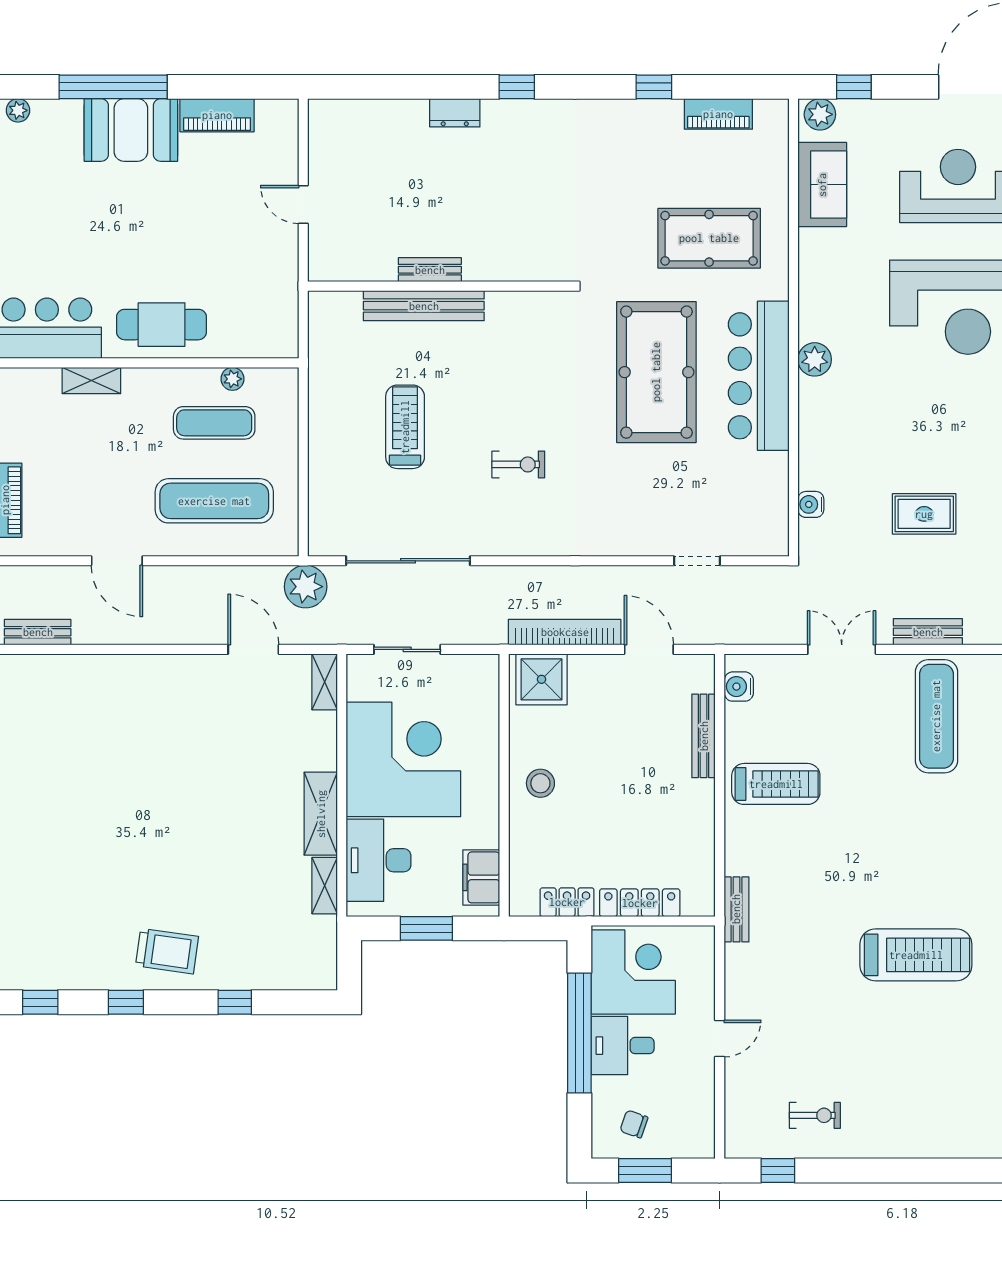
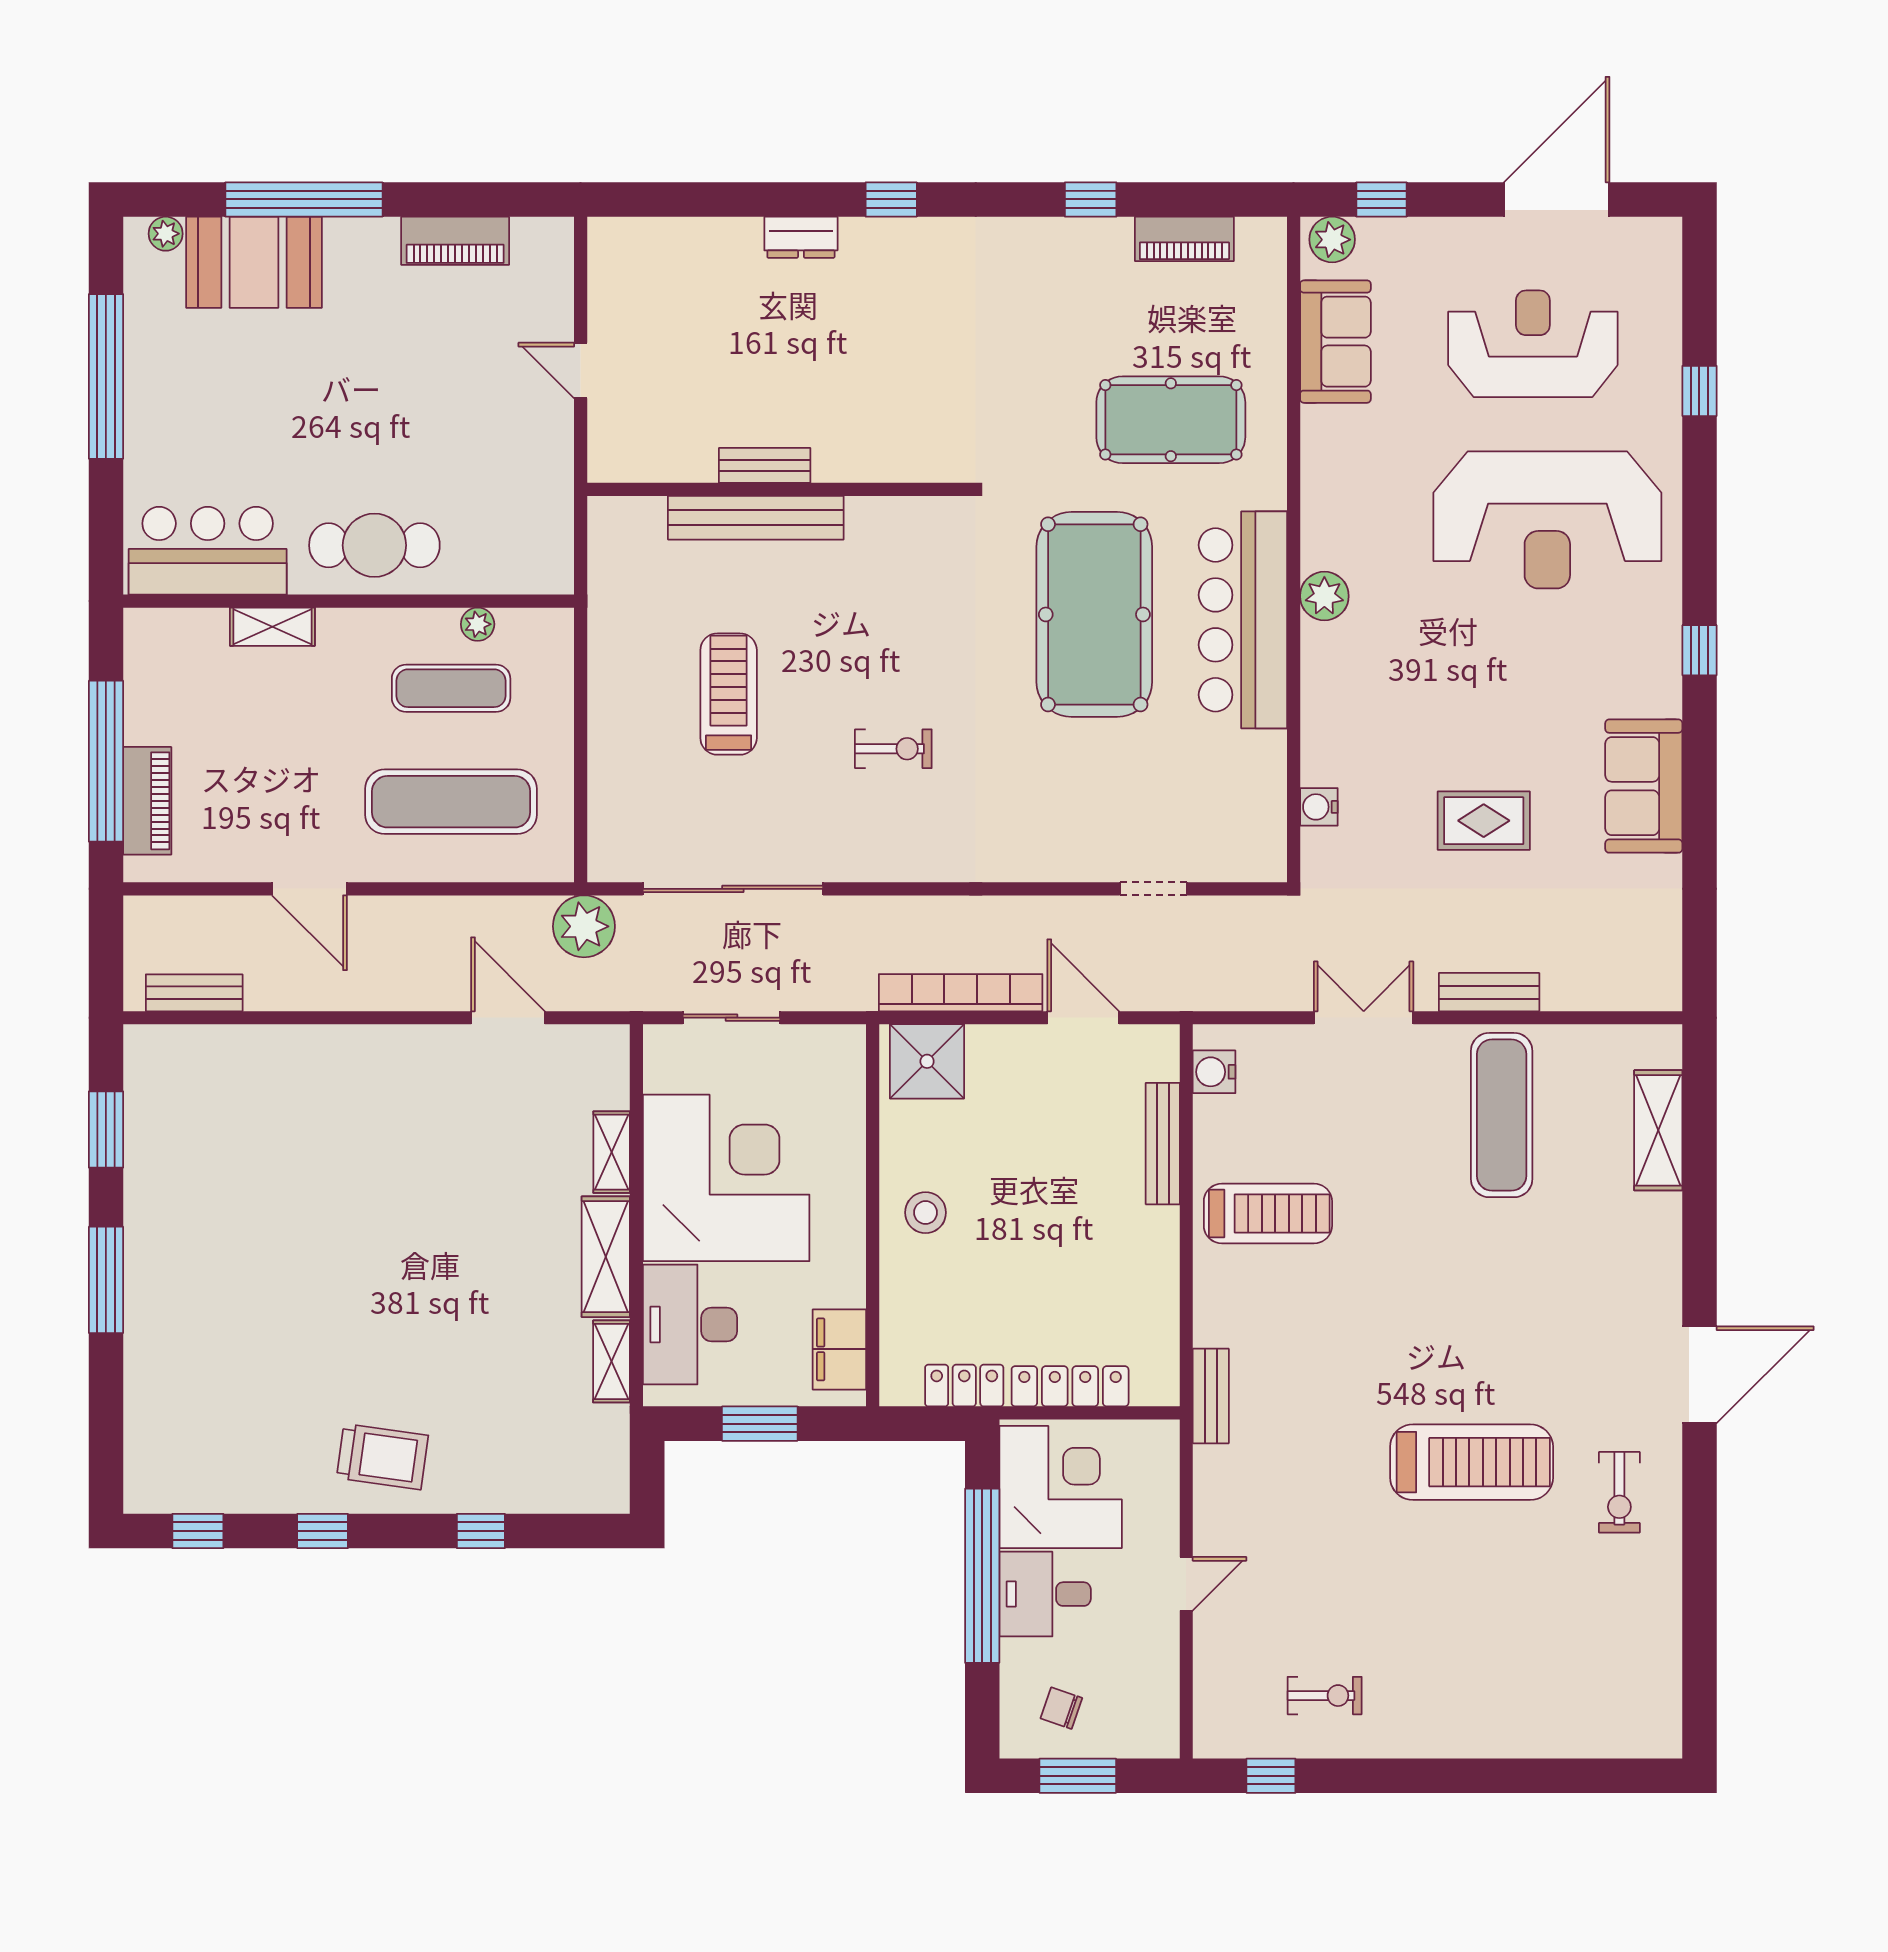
booth: (131, 130) -> (254, 262), moved
shelving: (325, 682) -> (612, 1152), moved

